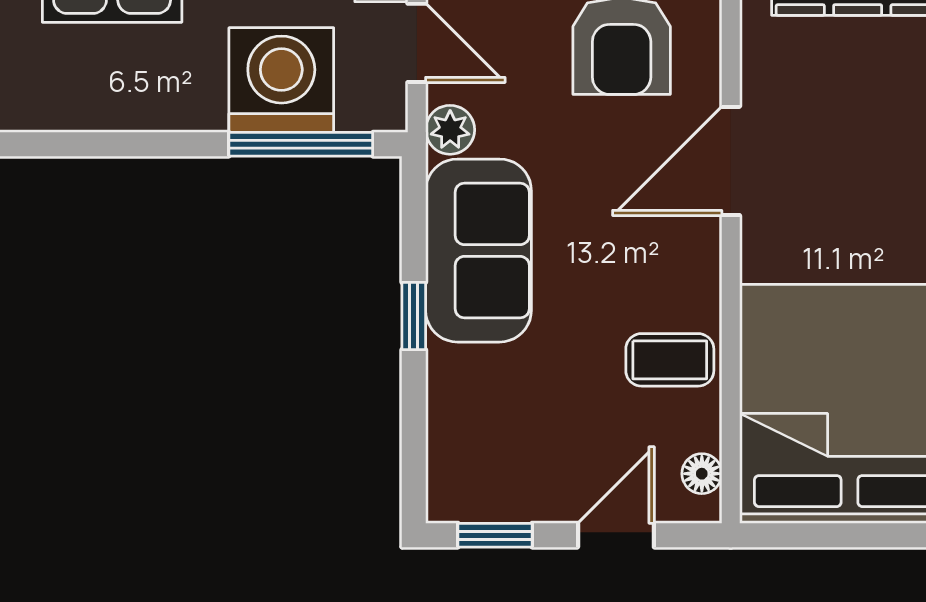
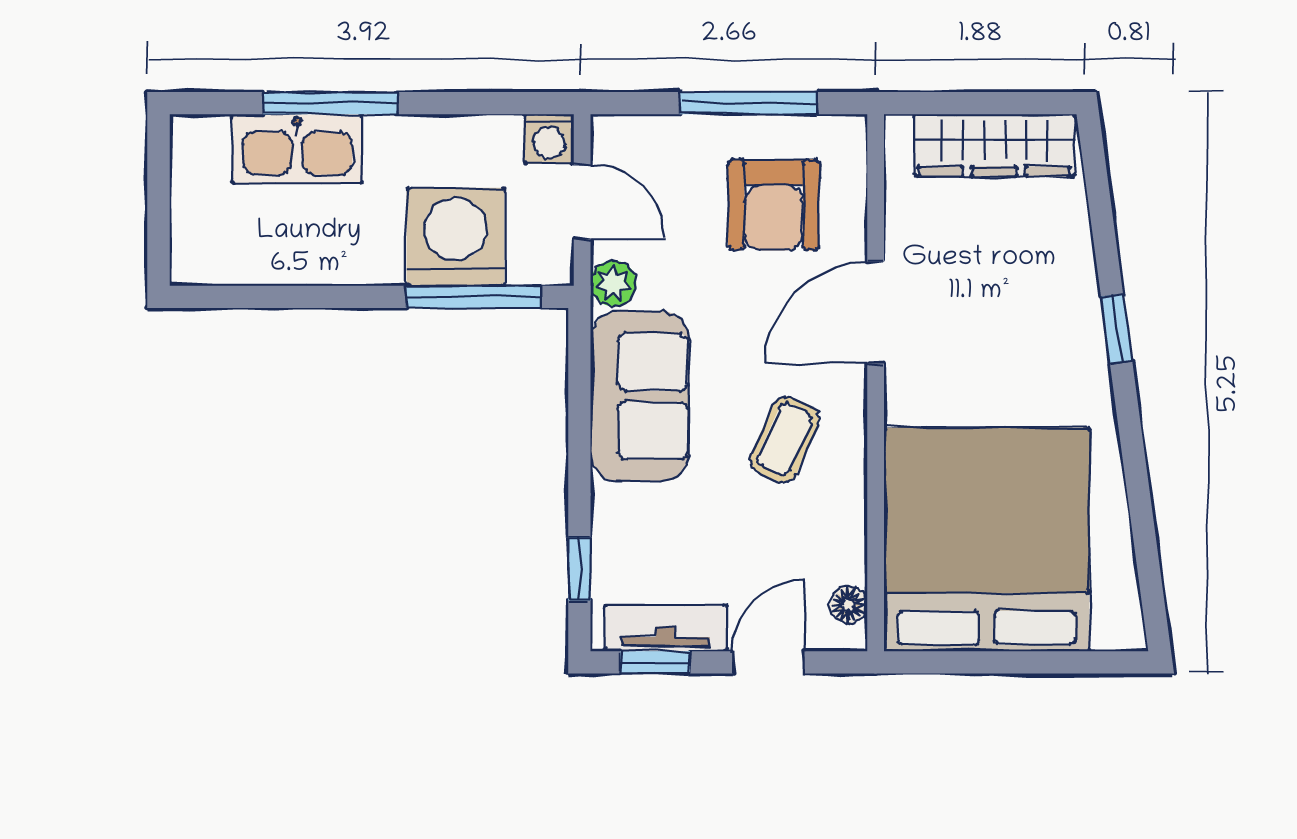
window: (414, 316) -> (579, 569), moved
coffee table: (670, 360) -> (785, 439), moved, turned -66
tv unit: (506, 498) -> (665, 628), added

